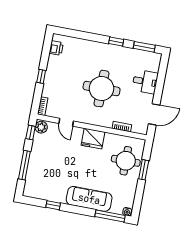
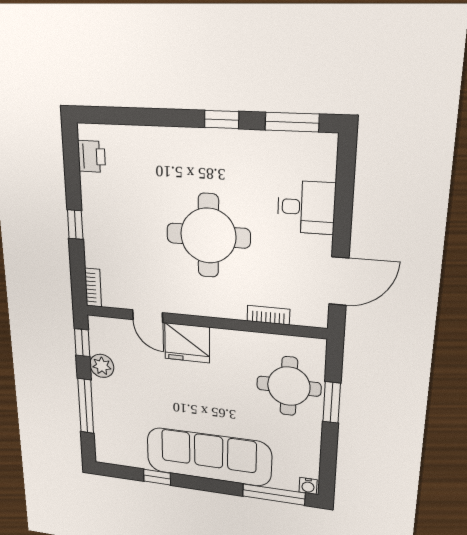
plant: (41, 127) -> (102, 366), moved
fridge: (93, 139) -> (187, 343), moved
sofa: (89, 199) -> (209, 457), width x1.36, depth x1.27

